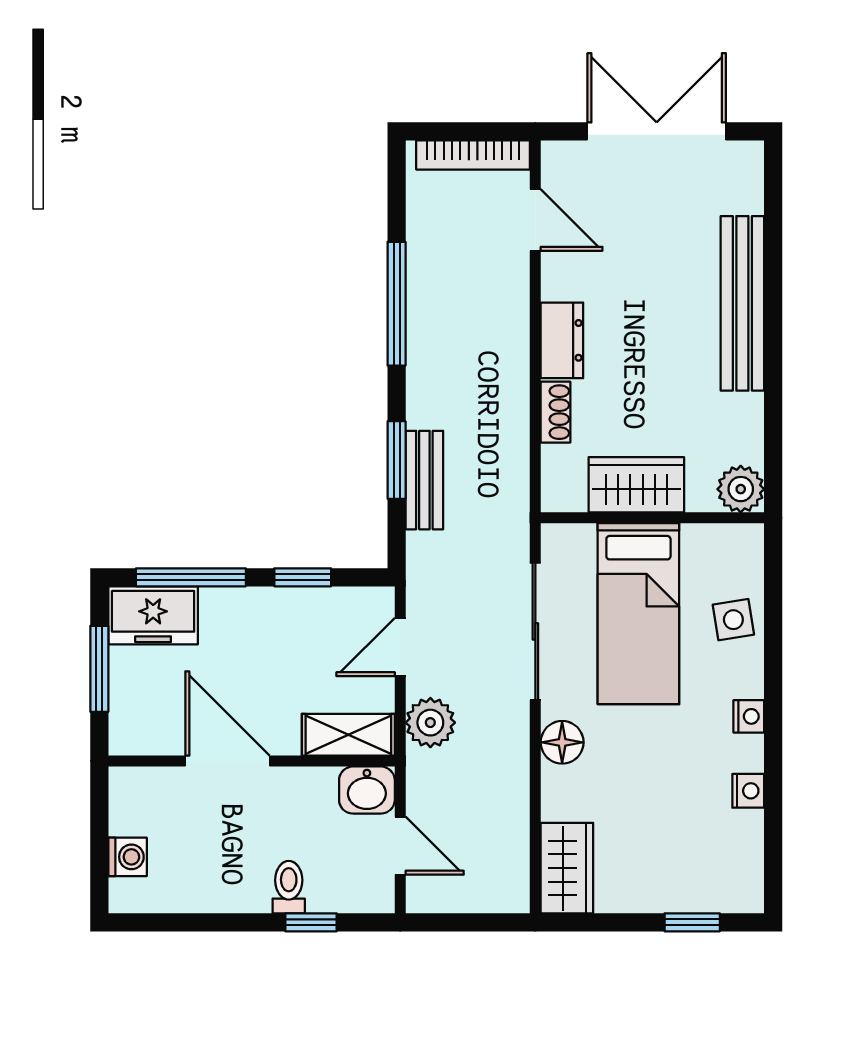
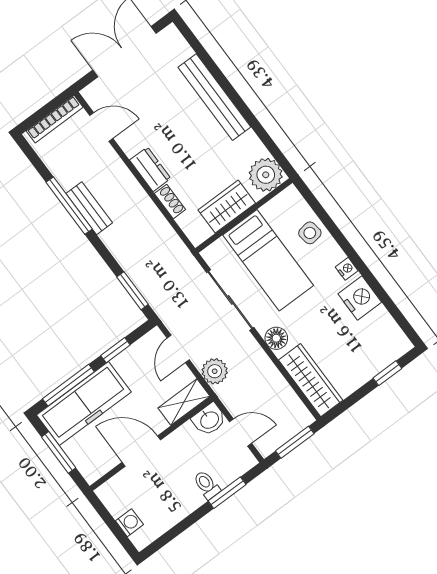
window: (397, 460) -> (133, 291), moved
bench: (424, 480) -> (89, 208), moved
plant: (741, 489) -> (266, 175), width x1.36, depth x1.36
freezer: (153, 615) -> (84, 404), width x1.91, depth x1.26
nightstand: (748, 791) -> (360, 298), width x1.89, depth x1.79
wardrobe: (567, 868) -> (311, 380), width x1.50
window: (311, 922) -> (227, 493), width x1.50
window: (472, 922) -> (295, 442), added

